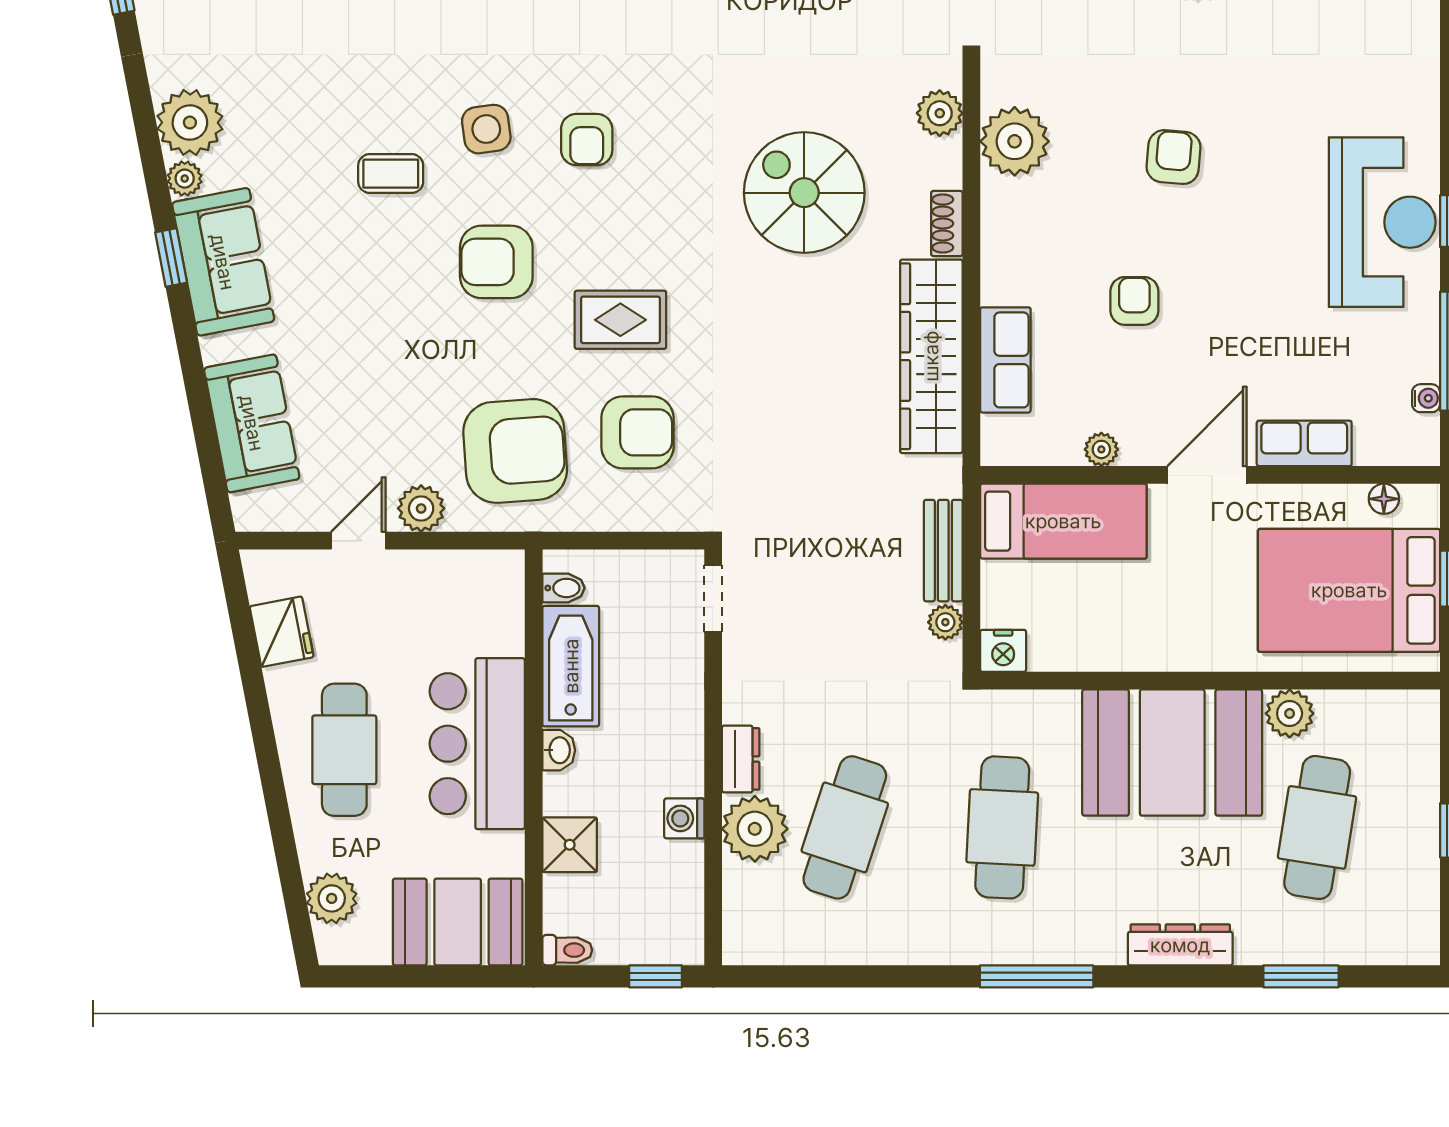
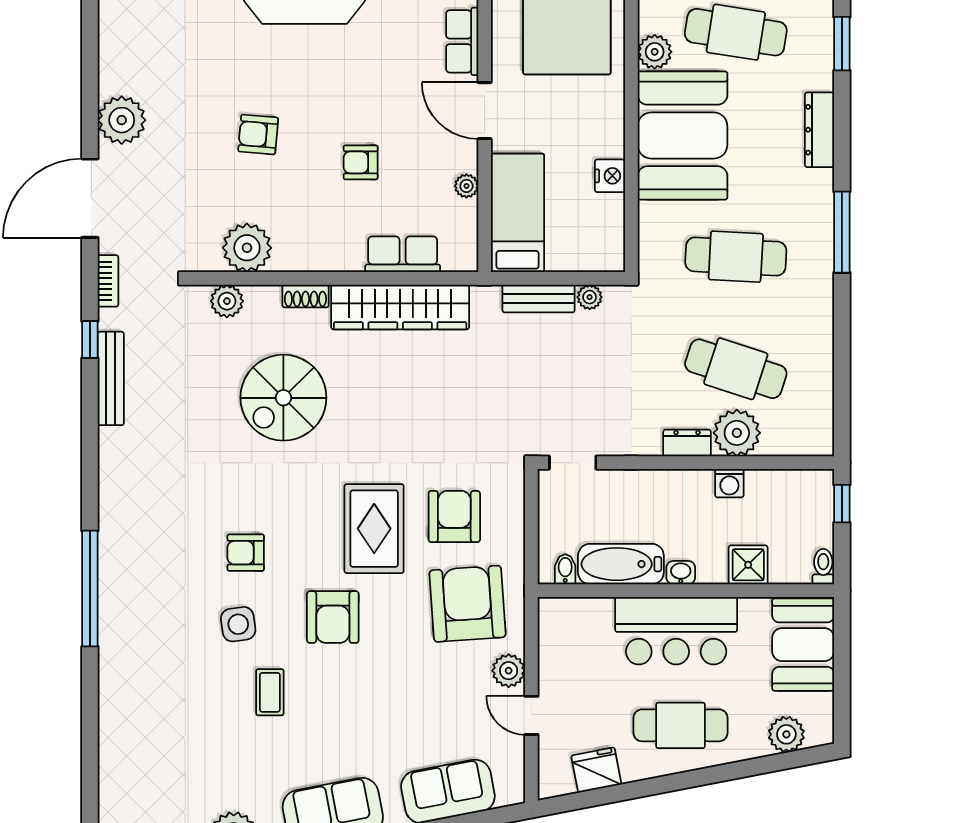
armchair: (587, 140) -> (246, 553), turned 180
rug: (620, 320) -> (374, 529), width x1.36, depth x1.43
nightstand: (1003, 651) -> (610, 176), moved

